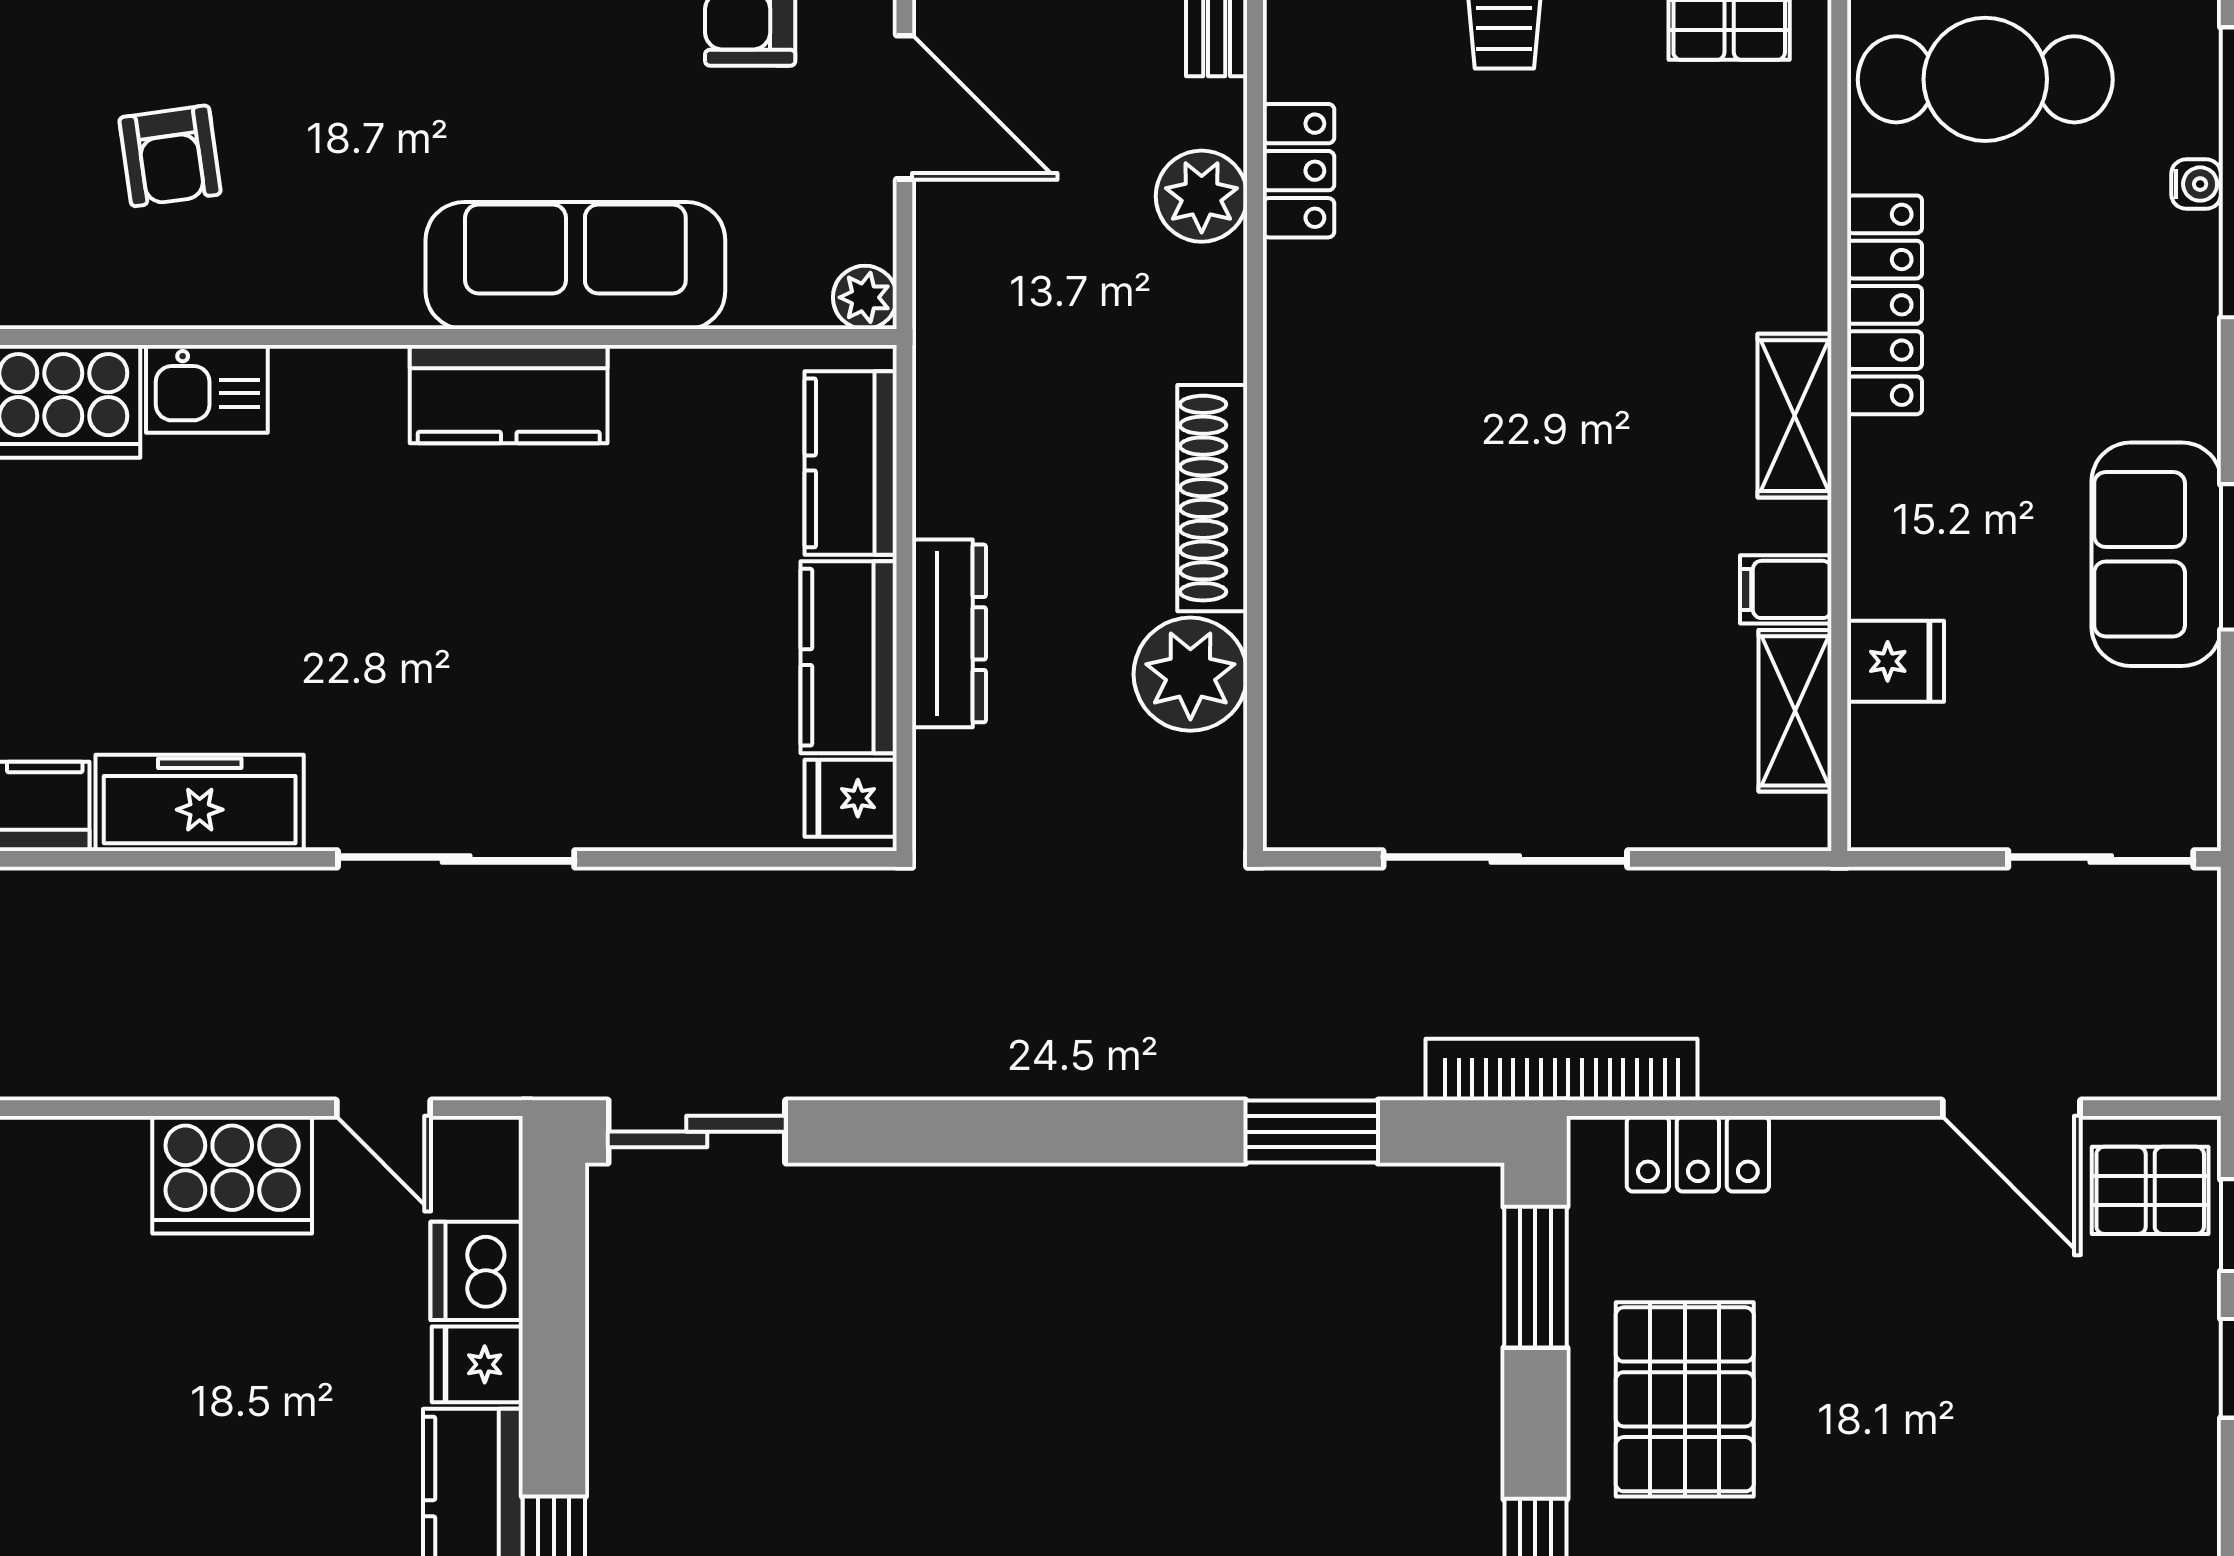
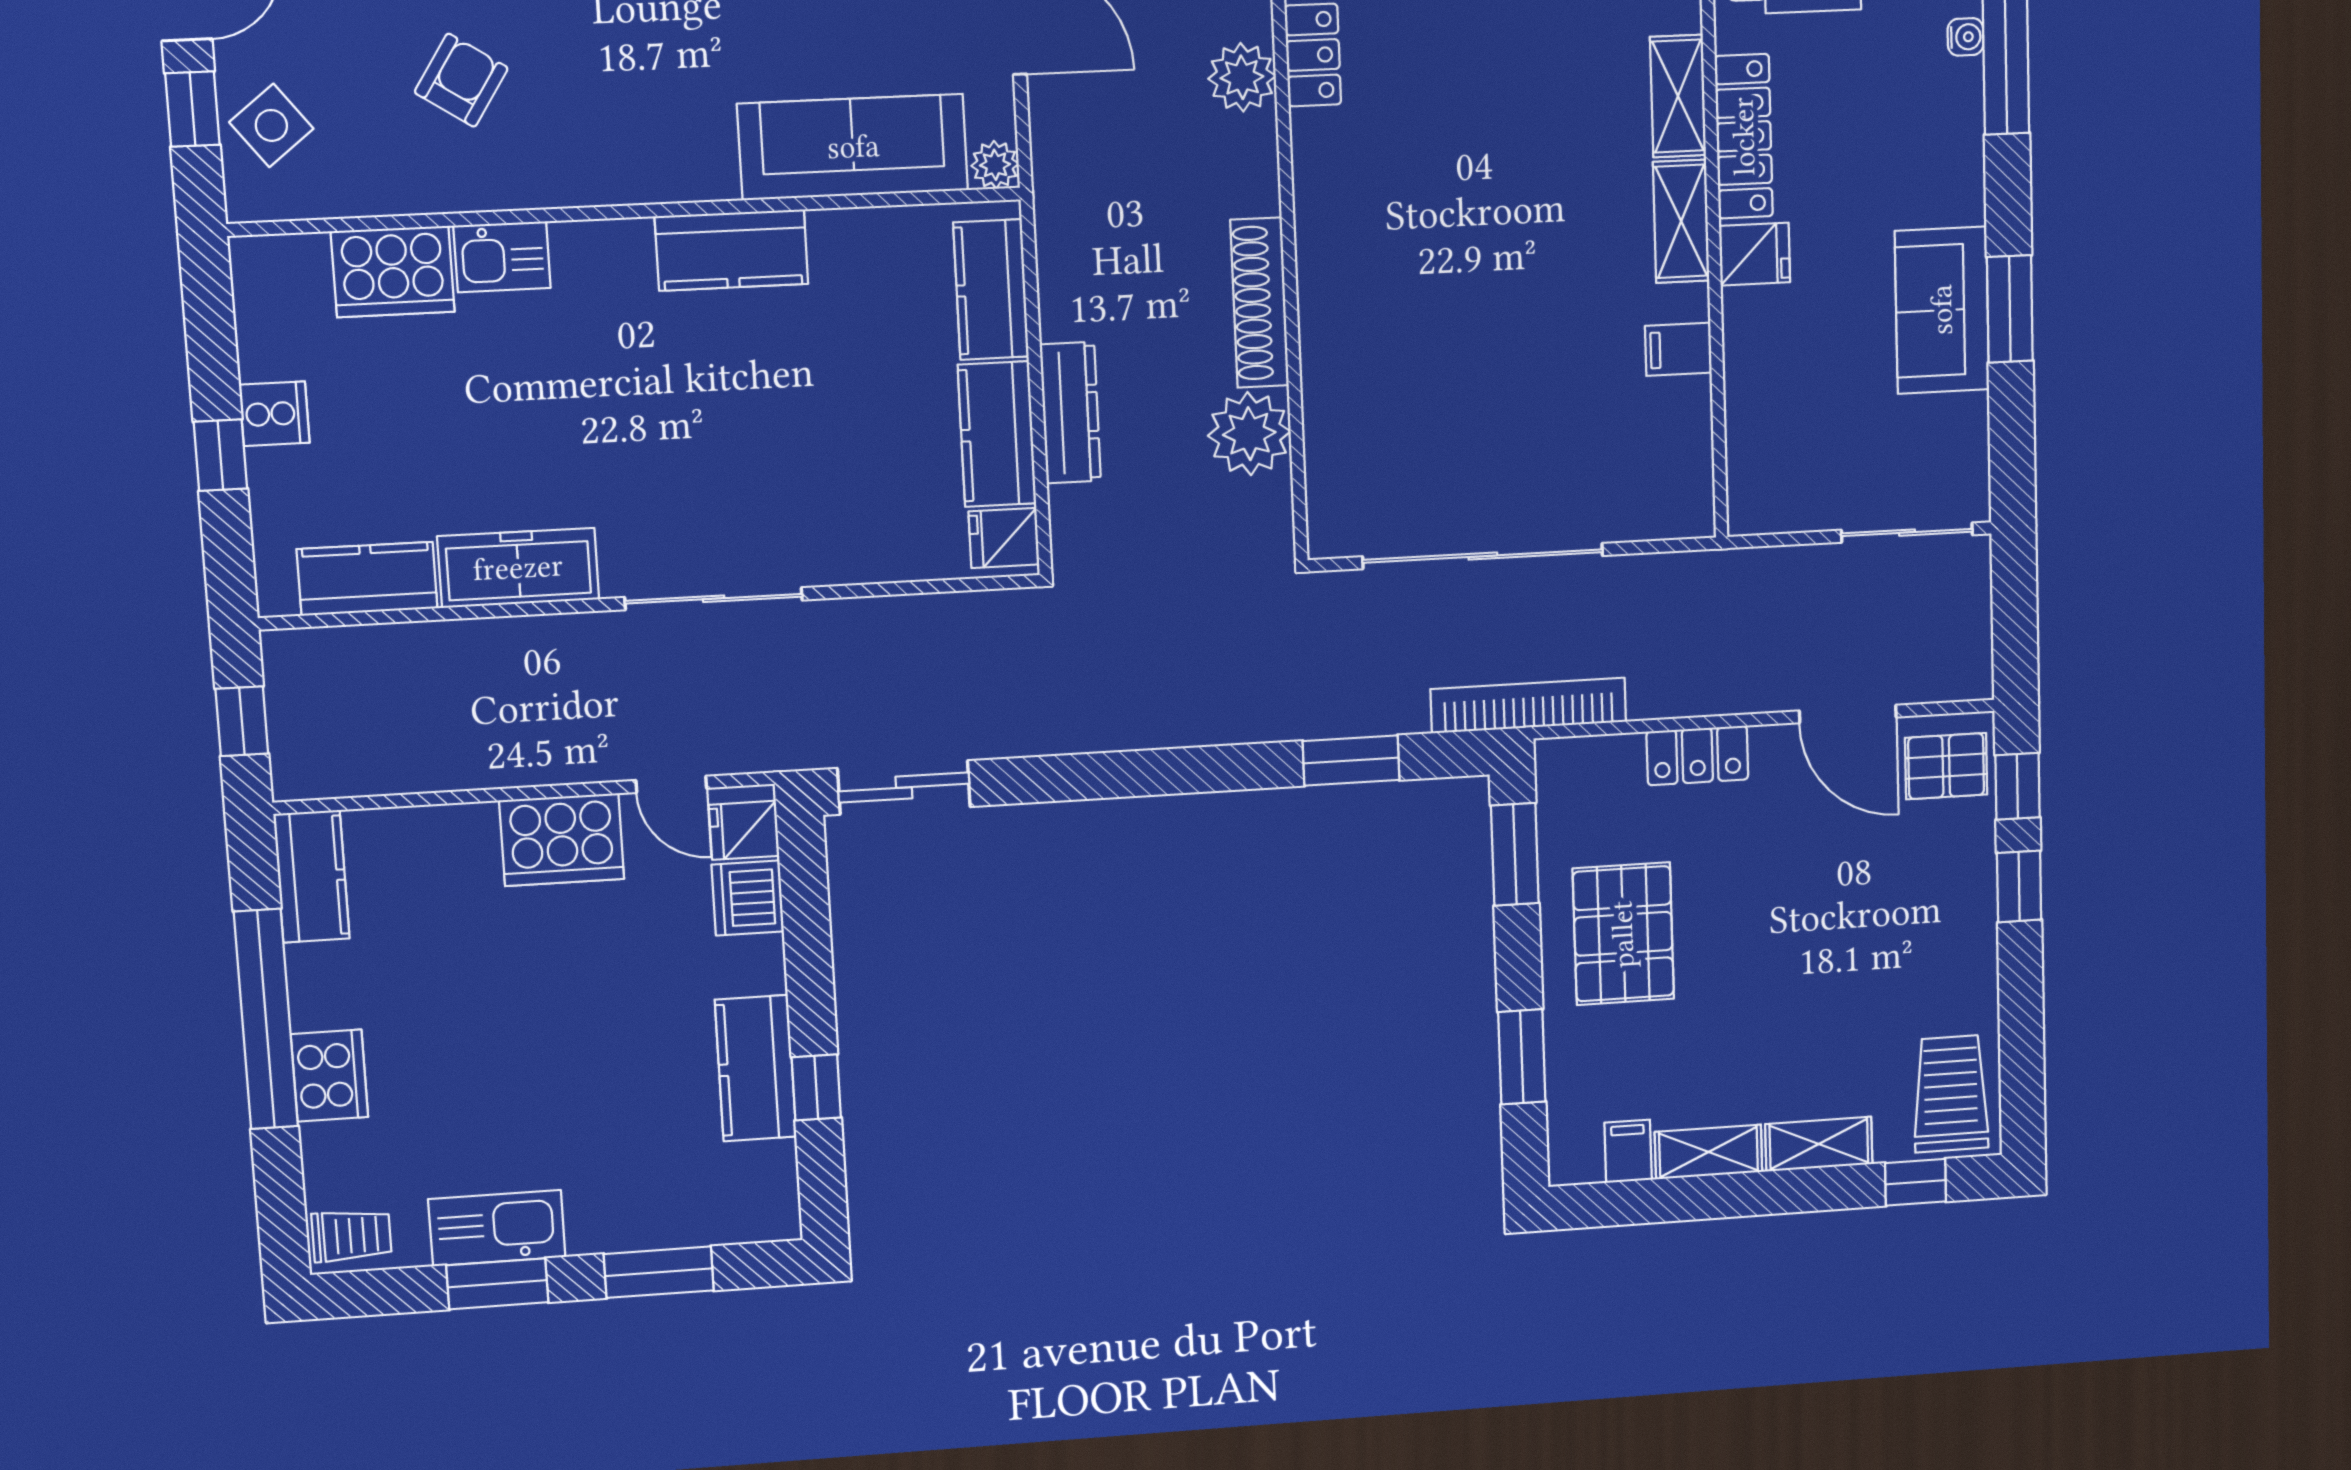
armchair: (170, 156) -> (461, 80), turned -139
sofa: (575, 266) -> (853, 147), moved
fridge: (1895, 661) -> (1755, 254), moved
shelving: (1795, 711) -> (1678, 96), moved
sliding door: (1505, 859) -> (1483, 556), width x1.36
locker: (1698, 1154) -> (1697, 756), moved
fridge: (477, 1364) -> (744, 830), moved

